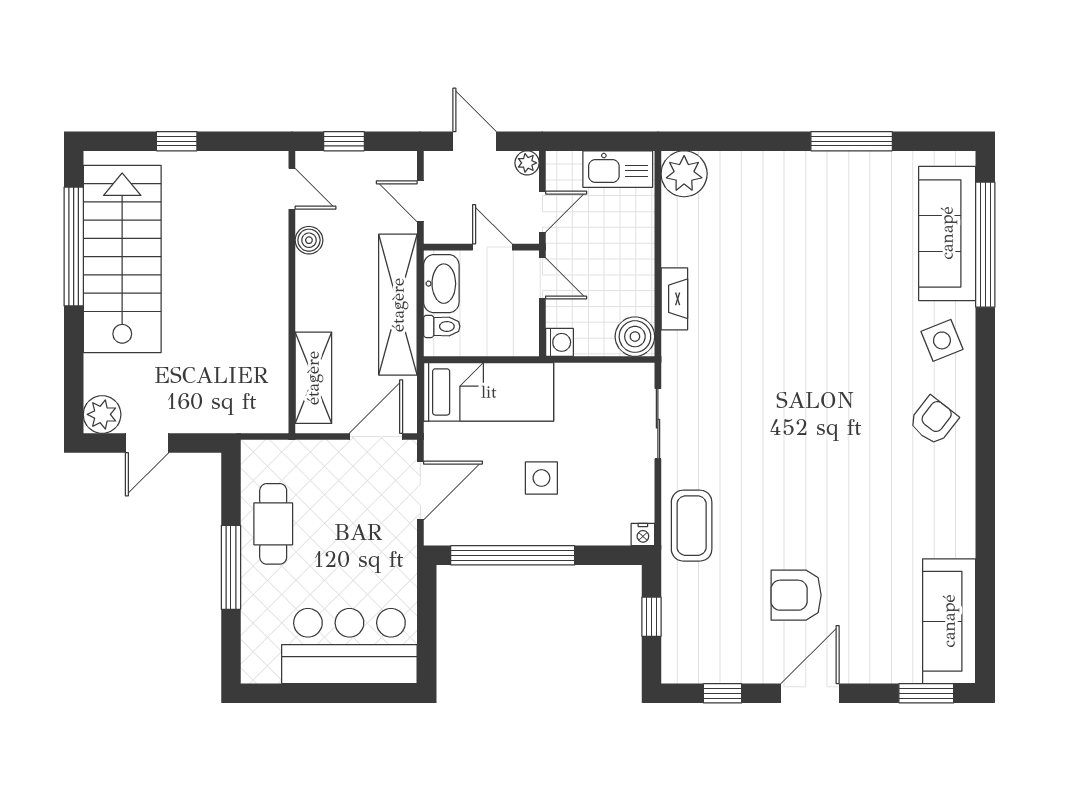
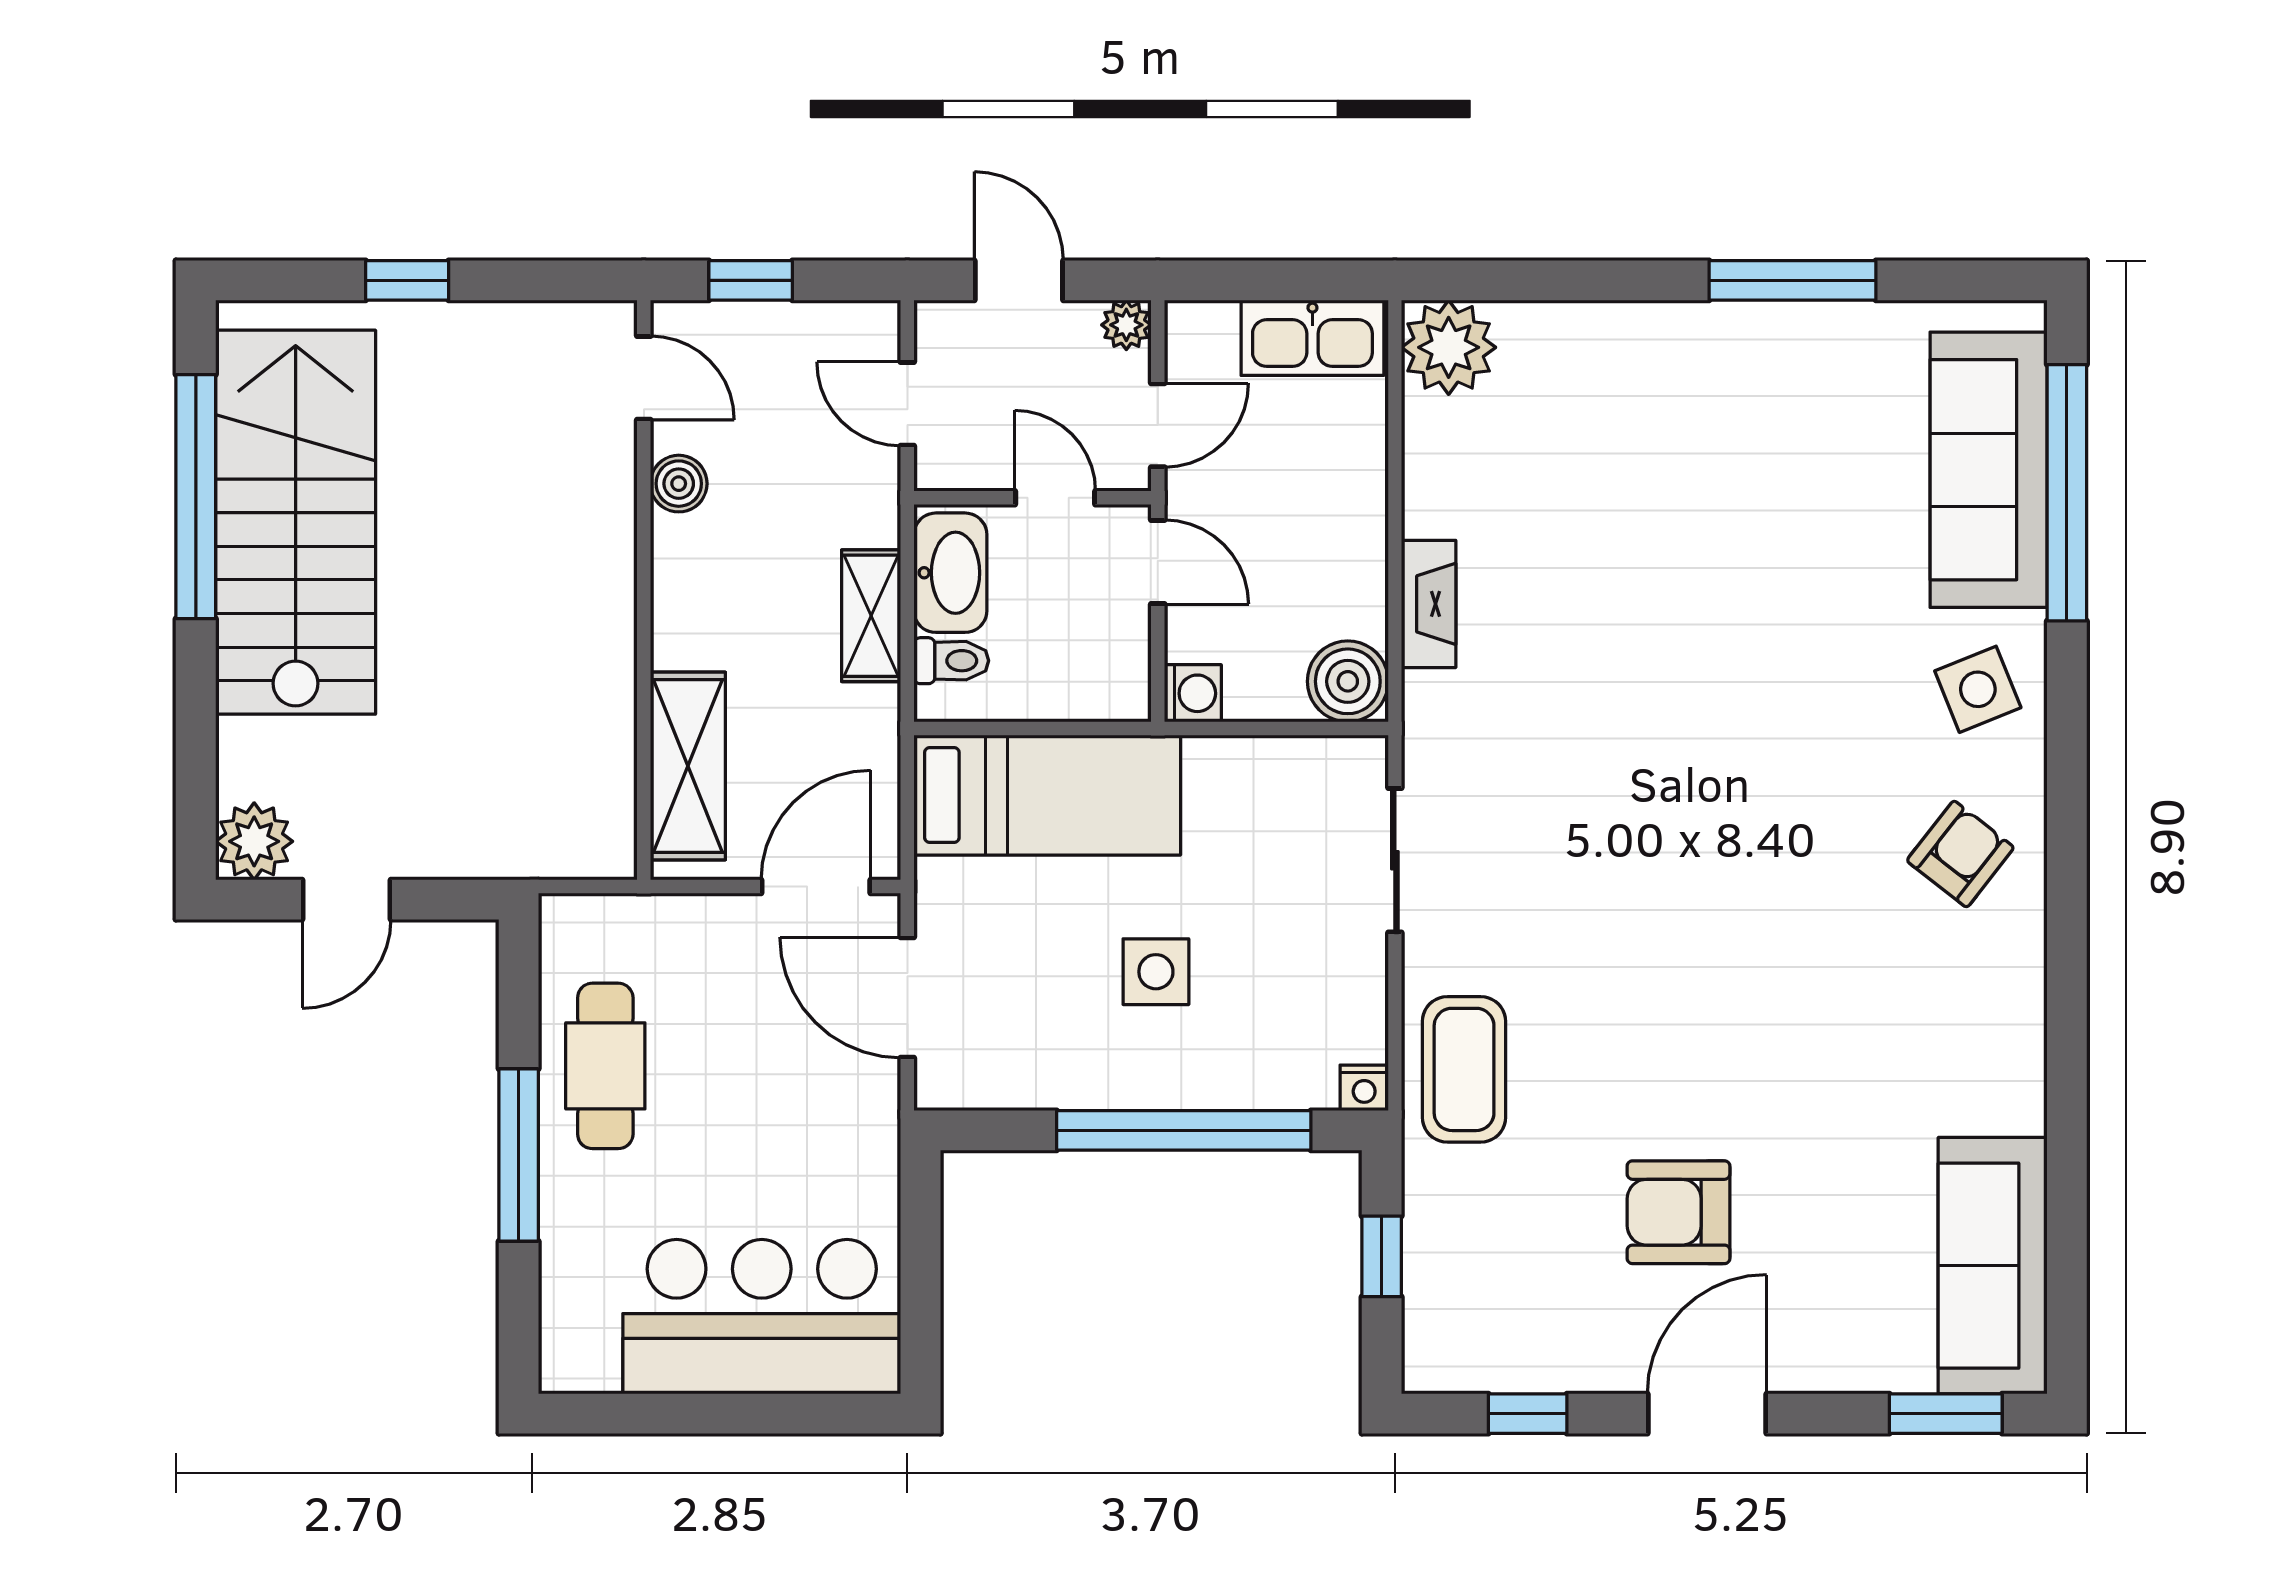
shelving: (398, 305) -> (871, 616), width x0.45, depth x0.75
door: (420, 491) -> (907, 997), swing flipped
window: (513, 555) -> (1184, 1130), moved

